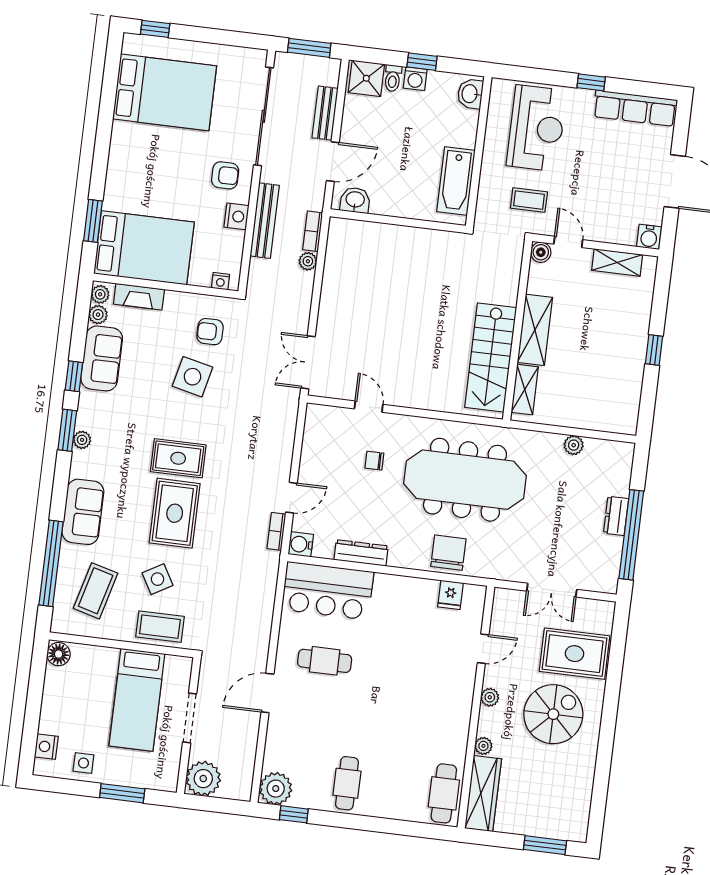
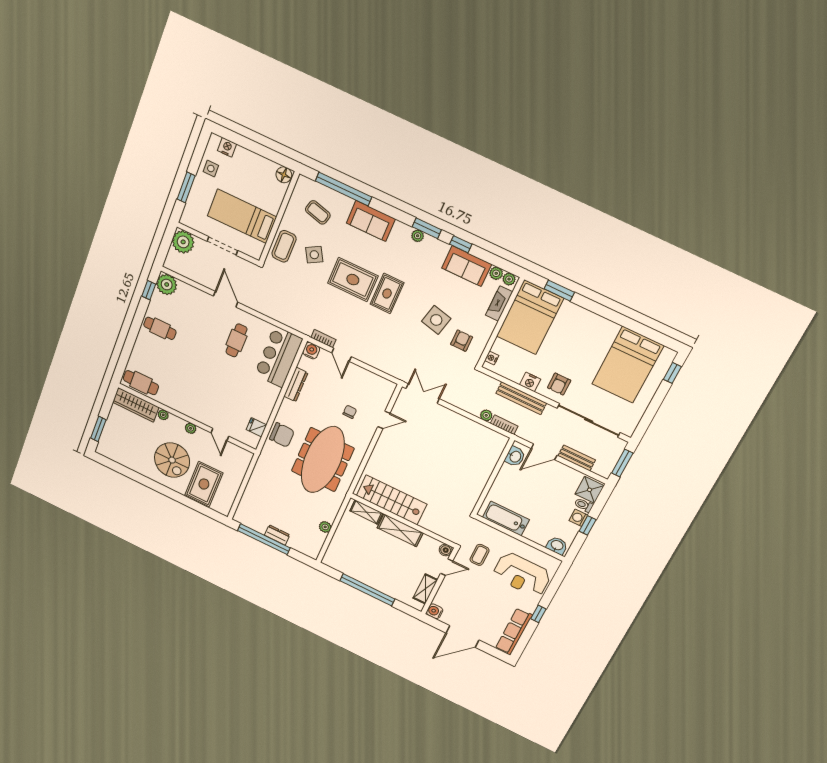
door: (333, 162) -> (544, 452), hinge flipped
window: (654, 350) -> (367, 590), width x3.17
double door: (552, 590) -> (244, 485), removed
coffee table: (96, 591) -> (318, 212), width x0.73, depth x0.77

